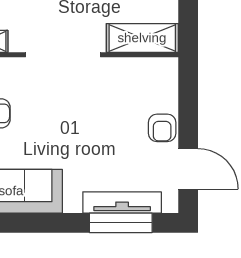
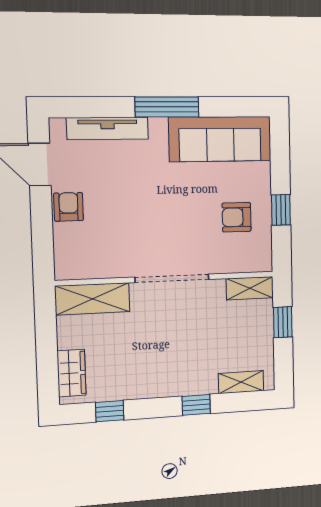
window: (121, 223) -> (167, 107), moved

